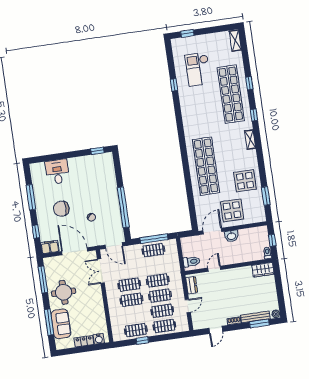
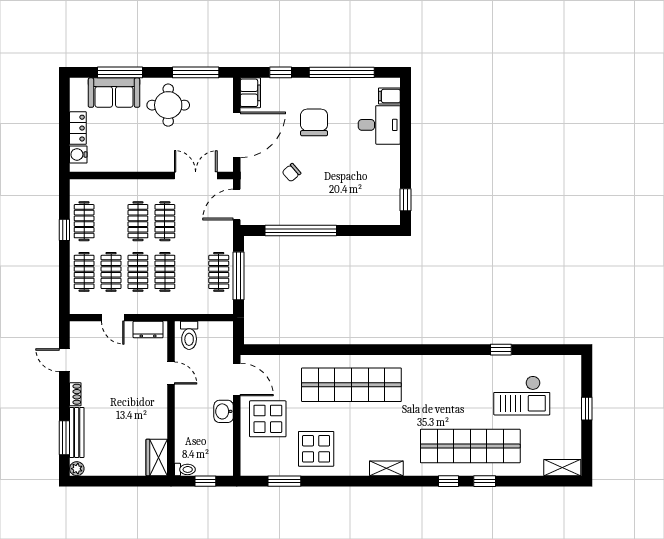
window: (187, 33) -> (587, 409), moved
checkout: (198, 69) -> (522, 395), turned 180
window: (254, 115) -> (449, 481), moved
filing cabinet: (40, 168) -> (389, 96), added
window: (31, 197) -> (342, 72), width x1.46

